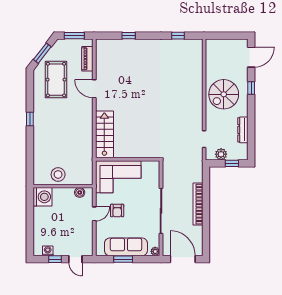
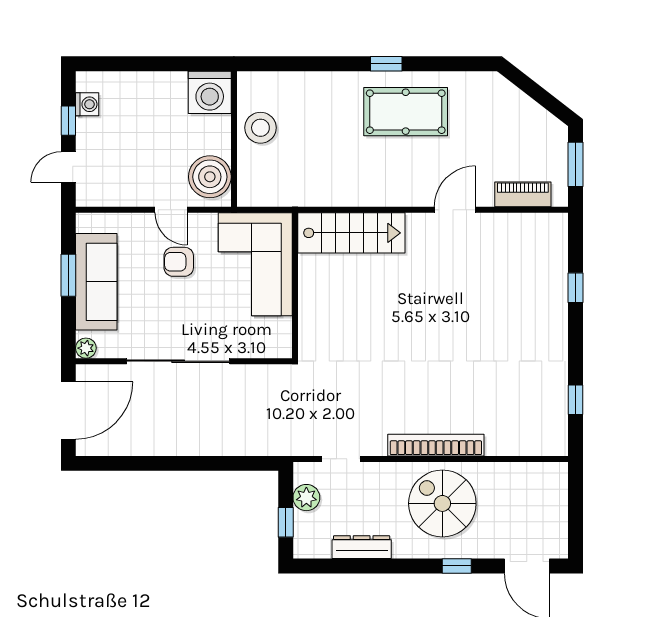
window: (42, 53) -> (536, 92), removed
pool table: (56, 80) -> (406, 112), moved
boiler: (80, 192) -> (210, 177), width x1.86, depth x1.86
bookcase: (198, 204) -> (436, 445), moved

